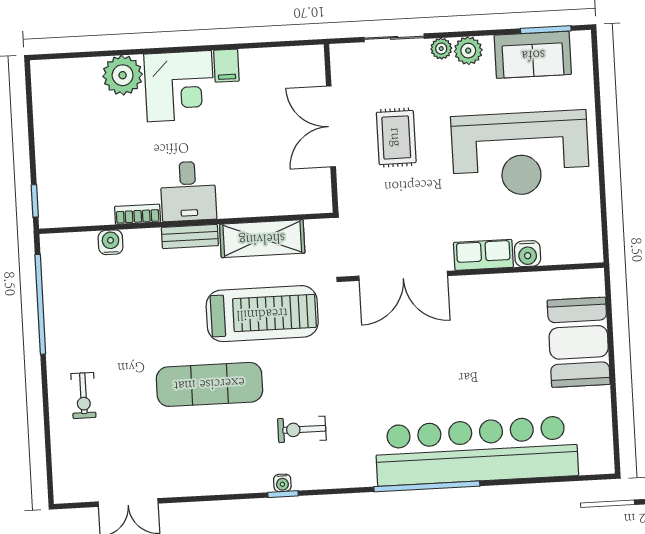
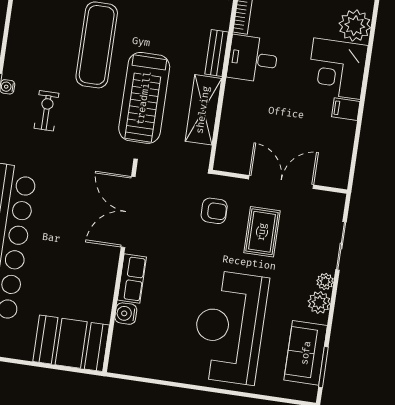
rug: (396, 137) -> (262, 232), turned 90
armchair: (382, 201) -> (214, 211), added
water cooler: (528, 254) -> (126, 314), moved
row of seats: (483, 255) -> (132, 279), moved
wall: (473, 272) -> (120, 267), moved
double door: (403, 276) -> (128, 212), moved

